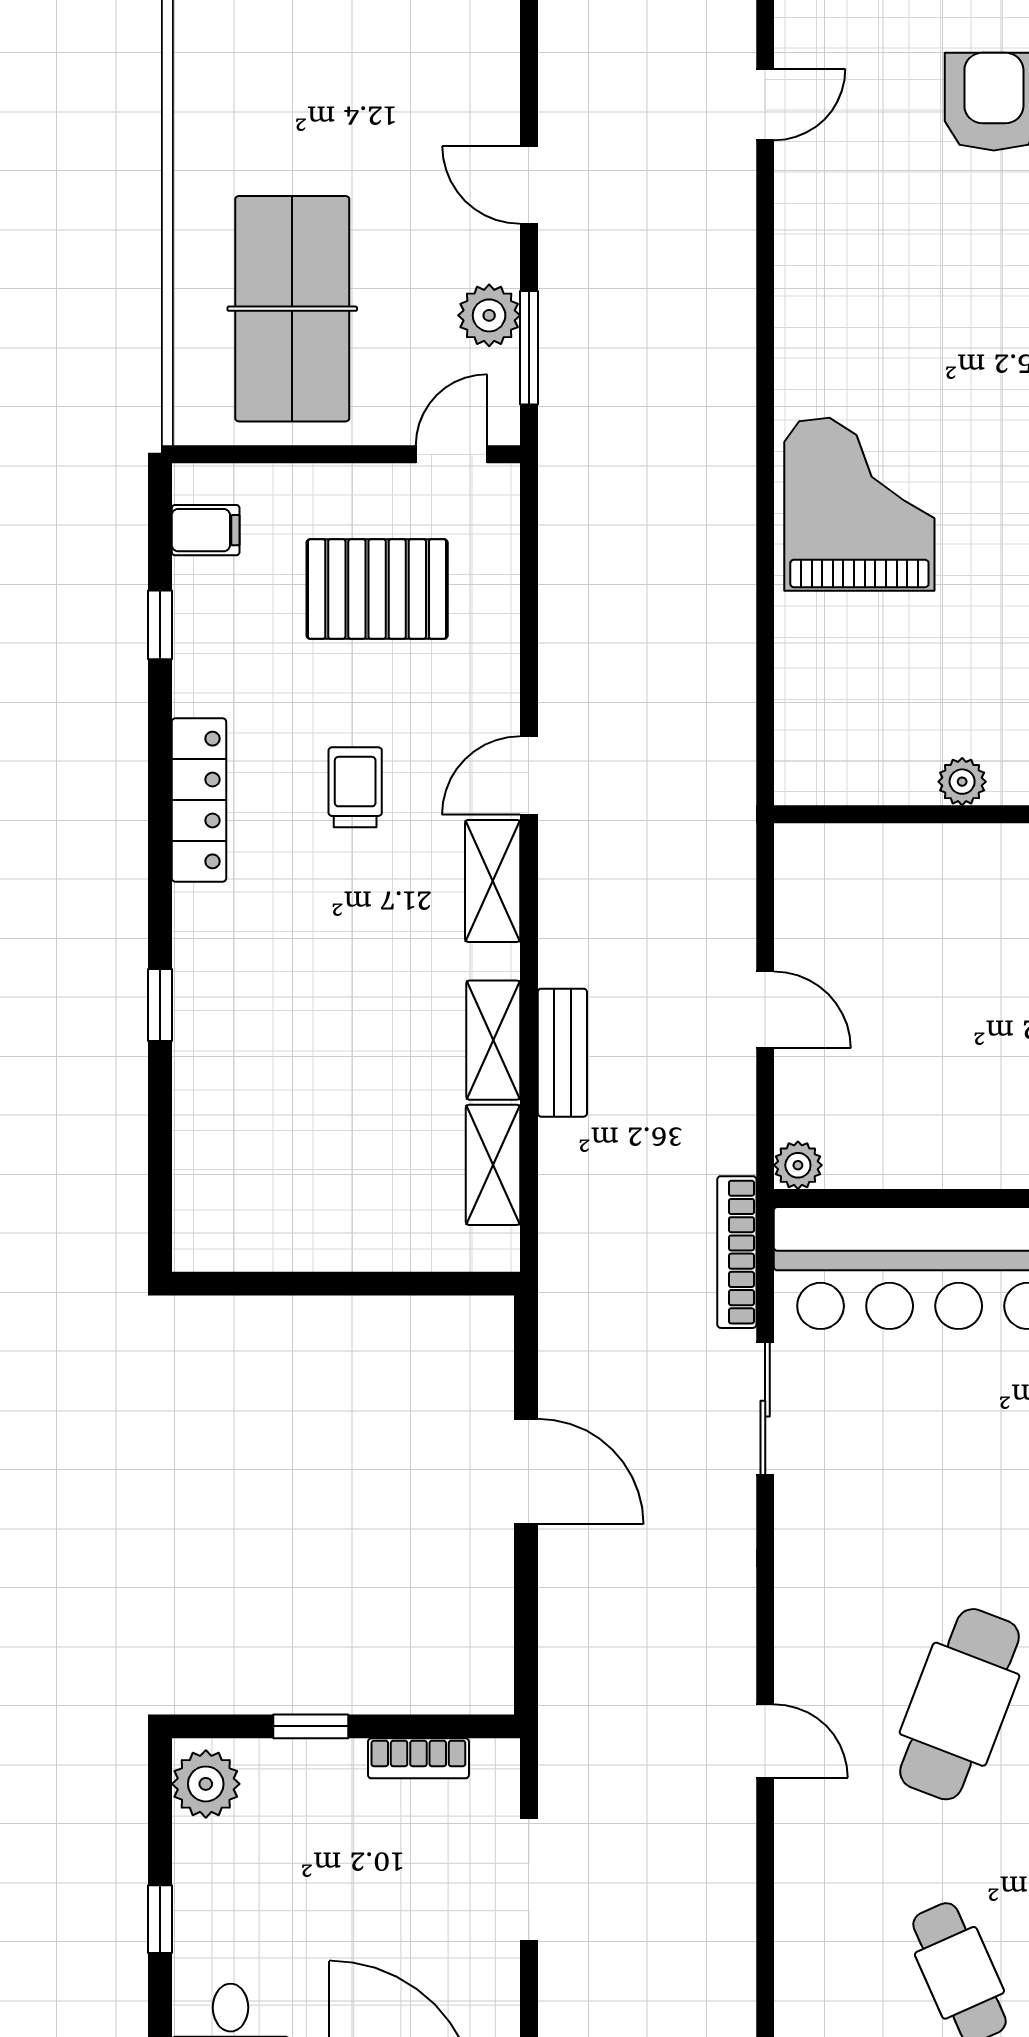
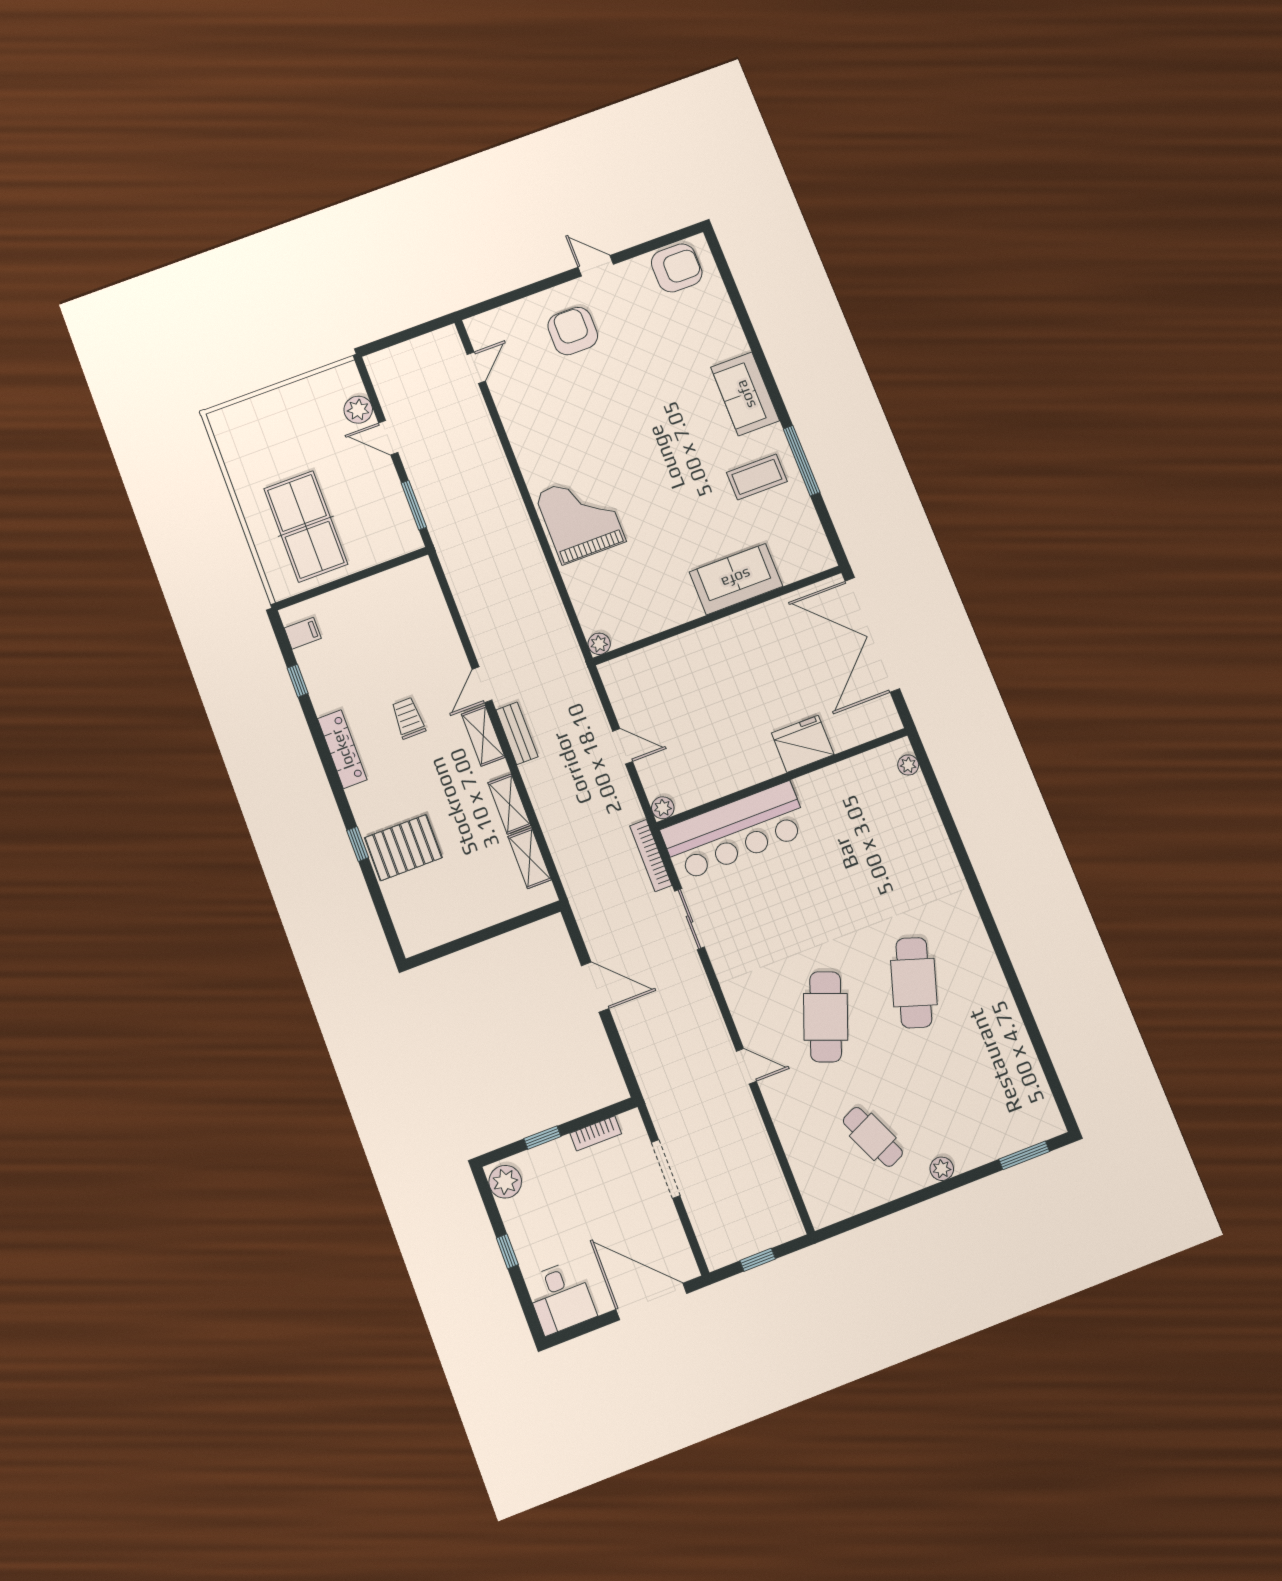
plant: (489, 315) -> (358, 410), moved
door: (452, 454) -> (397, 562), removed
pallet: (377, 589) -> (403, 848), moved
plant: (962, 782) -> (599, 644), moved
bench: (562, 1053) -> (517, 733), moved

